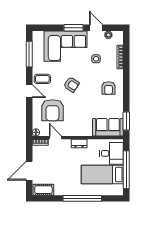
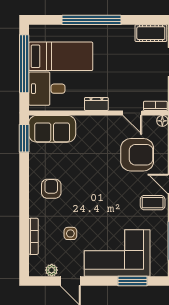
window: (74, 28) -> (132, 281), moved
armchair: (71, 85) -> (108, 194), removed
armchair: (52, 110) -> (137, 155), turned 90

